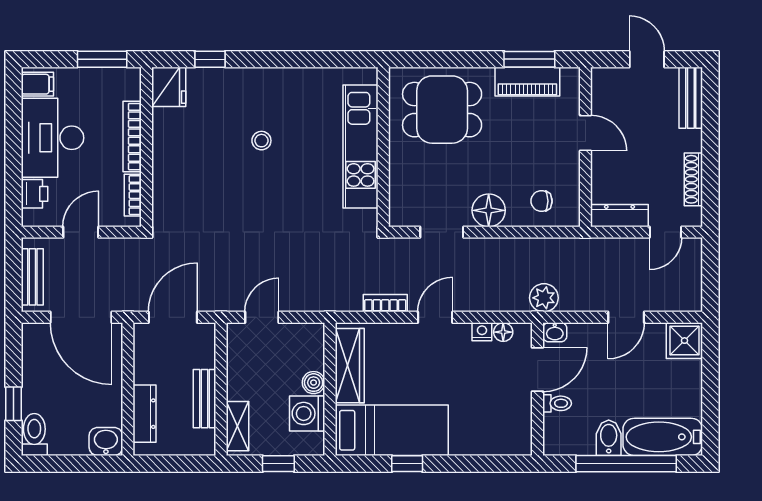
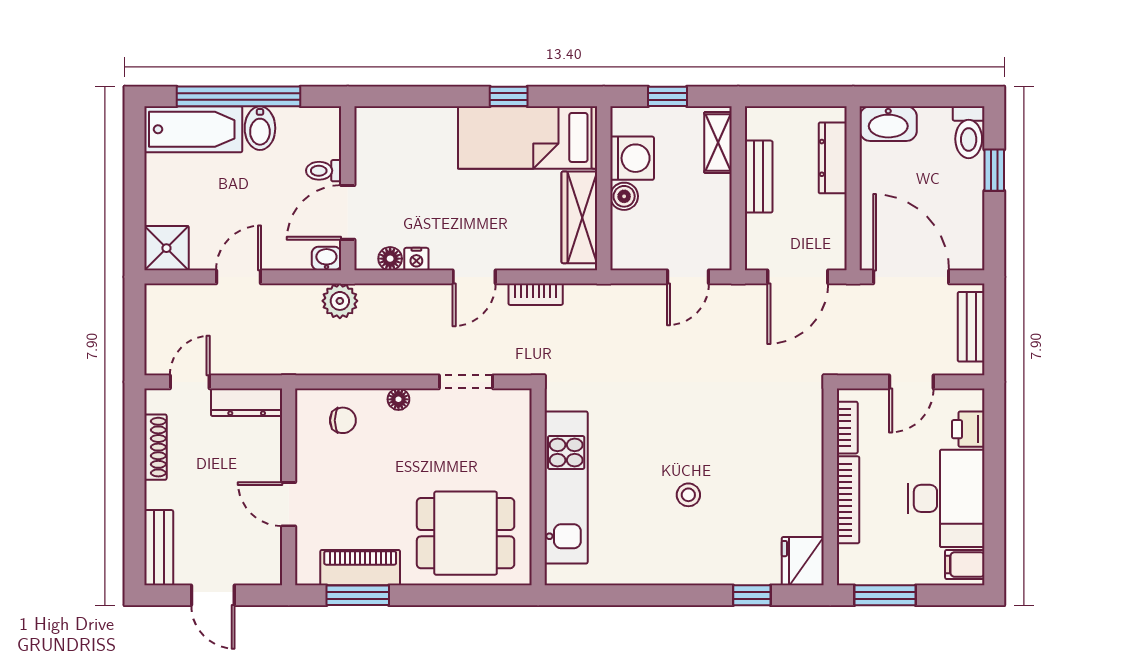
floor lamp: (489, 210) -> (398, 399), width x0.53, depth x0.53
washbasin: (106, 441) -> (888, 124), width x1.38

